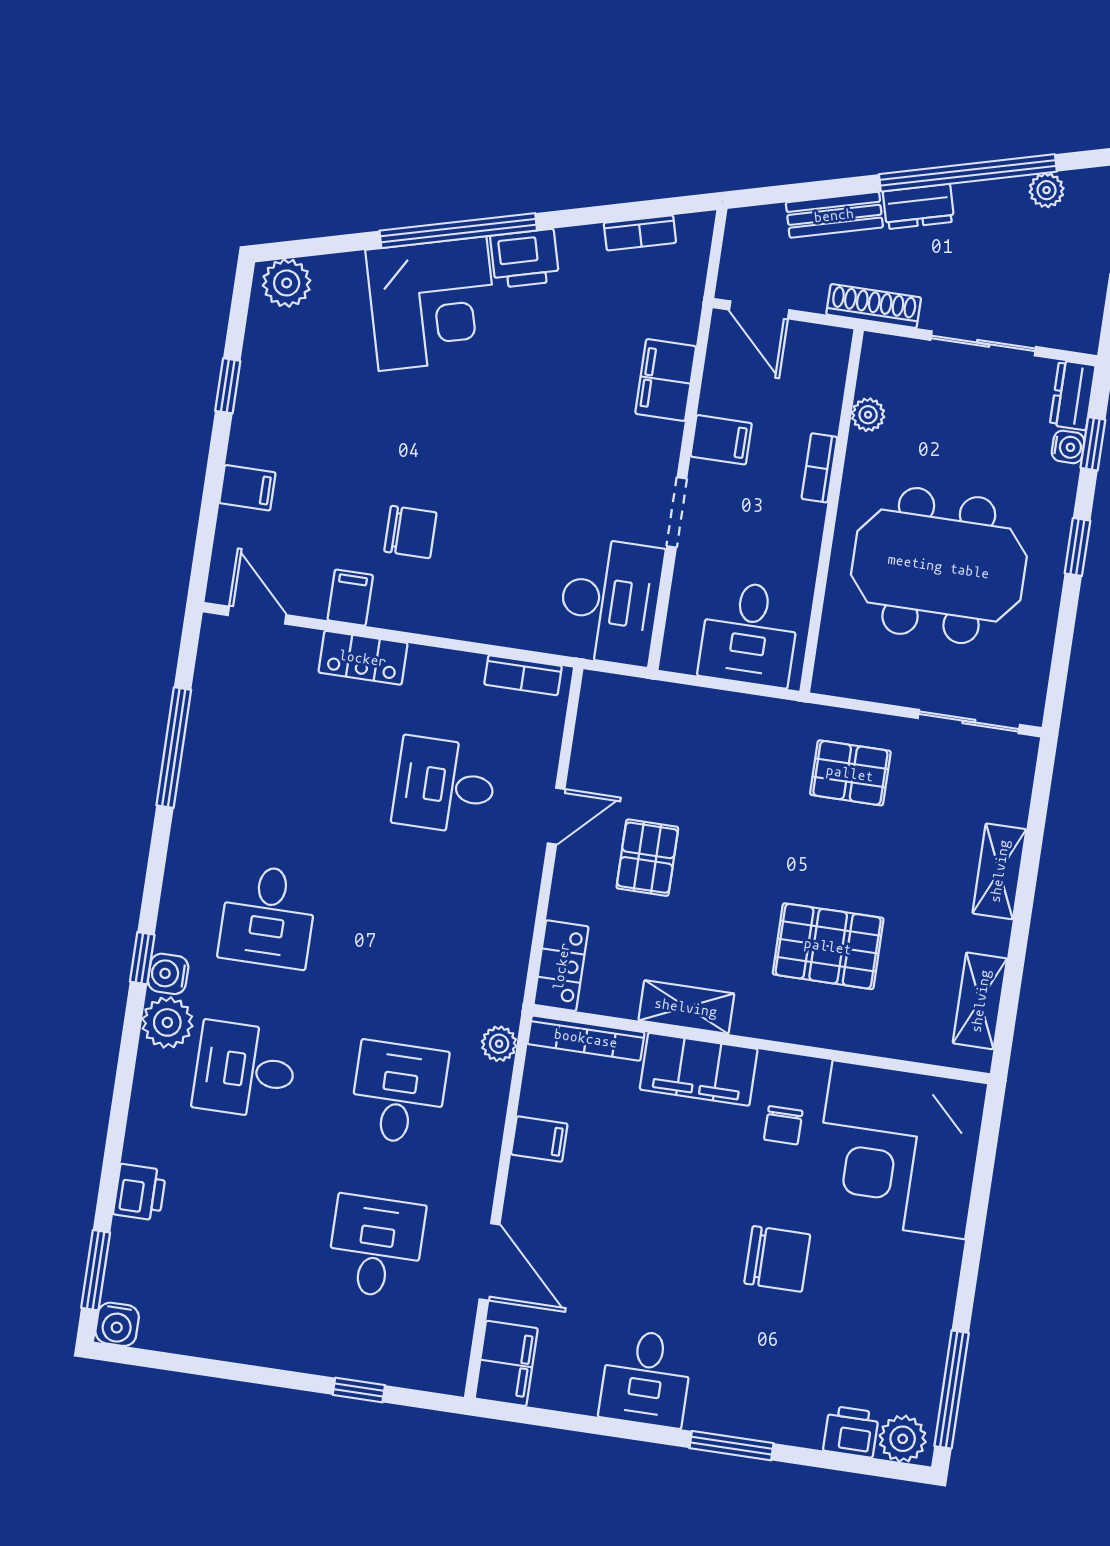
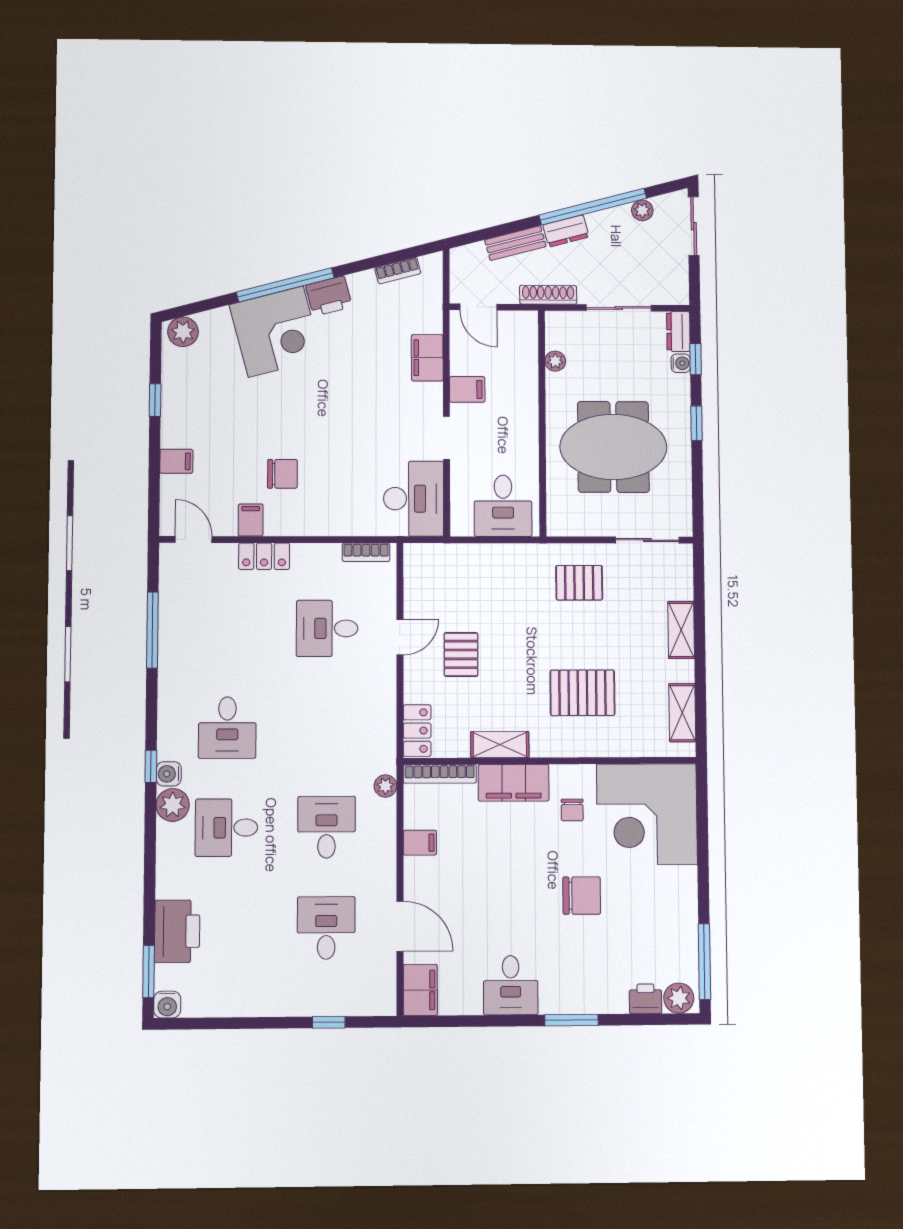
bookcase: (819, 468) -> (530, 398), removed
printer: (140, 1192) -> (177, 931), width x1.87, depth x1.48

